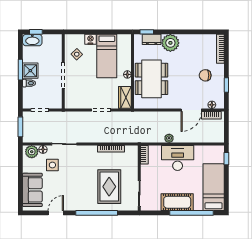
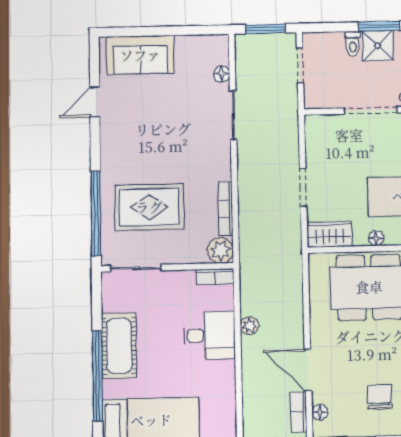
plant: (32, 152) -> (220, 250), moved
desk: (178, 158) -> (209, 335), width x0.73
side table: (52, 165) -> (191, 93), removed
door: (56, 213) -> (95, 102), swing flipped
window: (97, 213) -> (96, 214), moved

